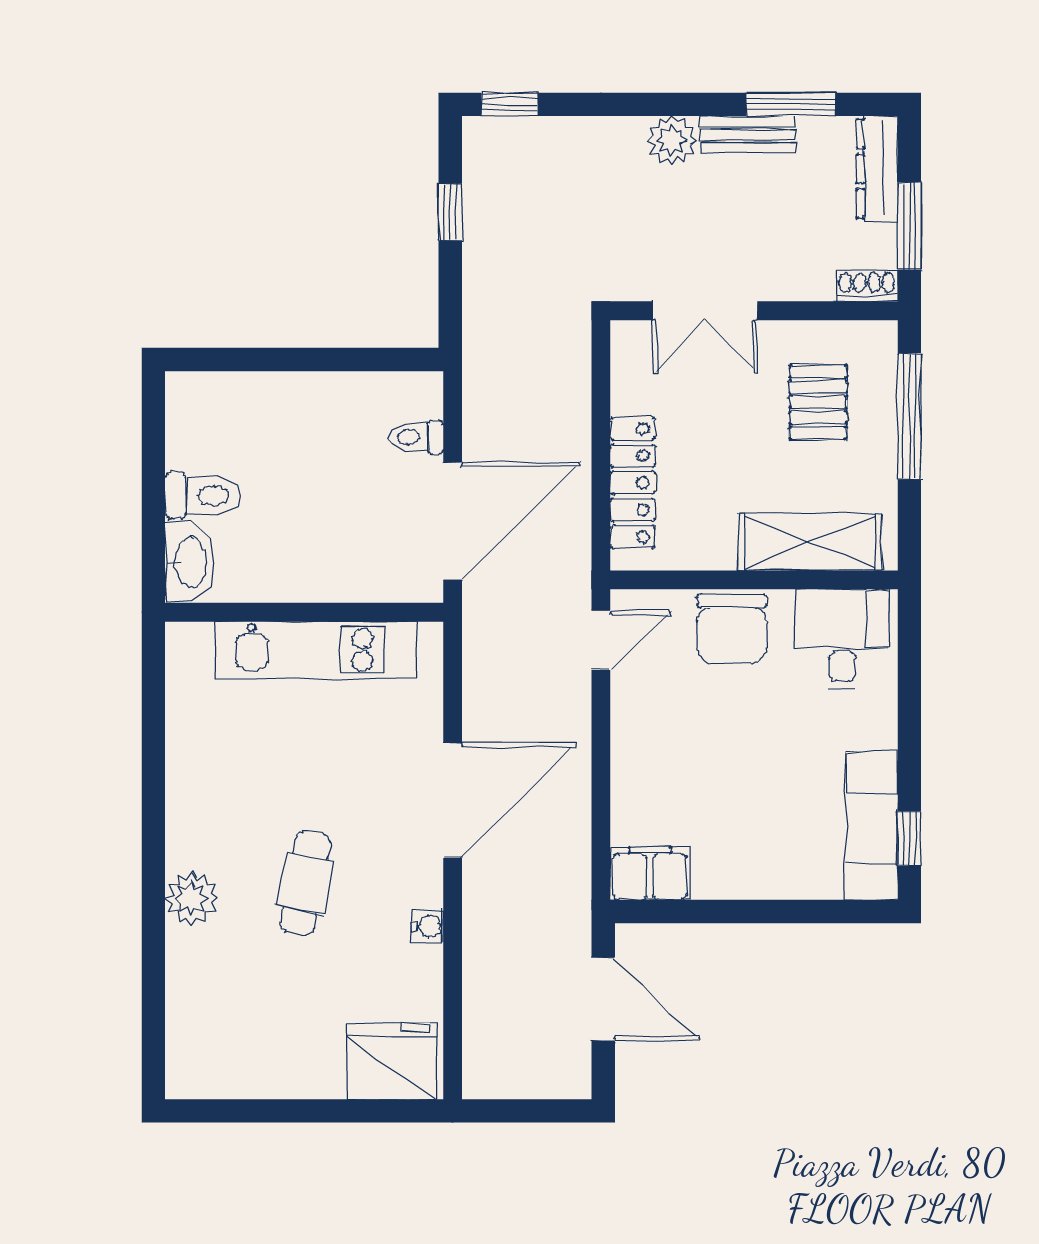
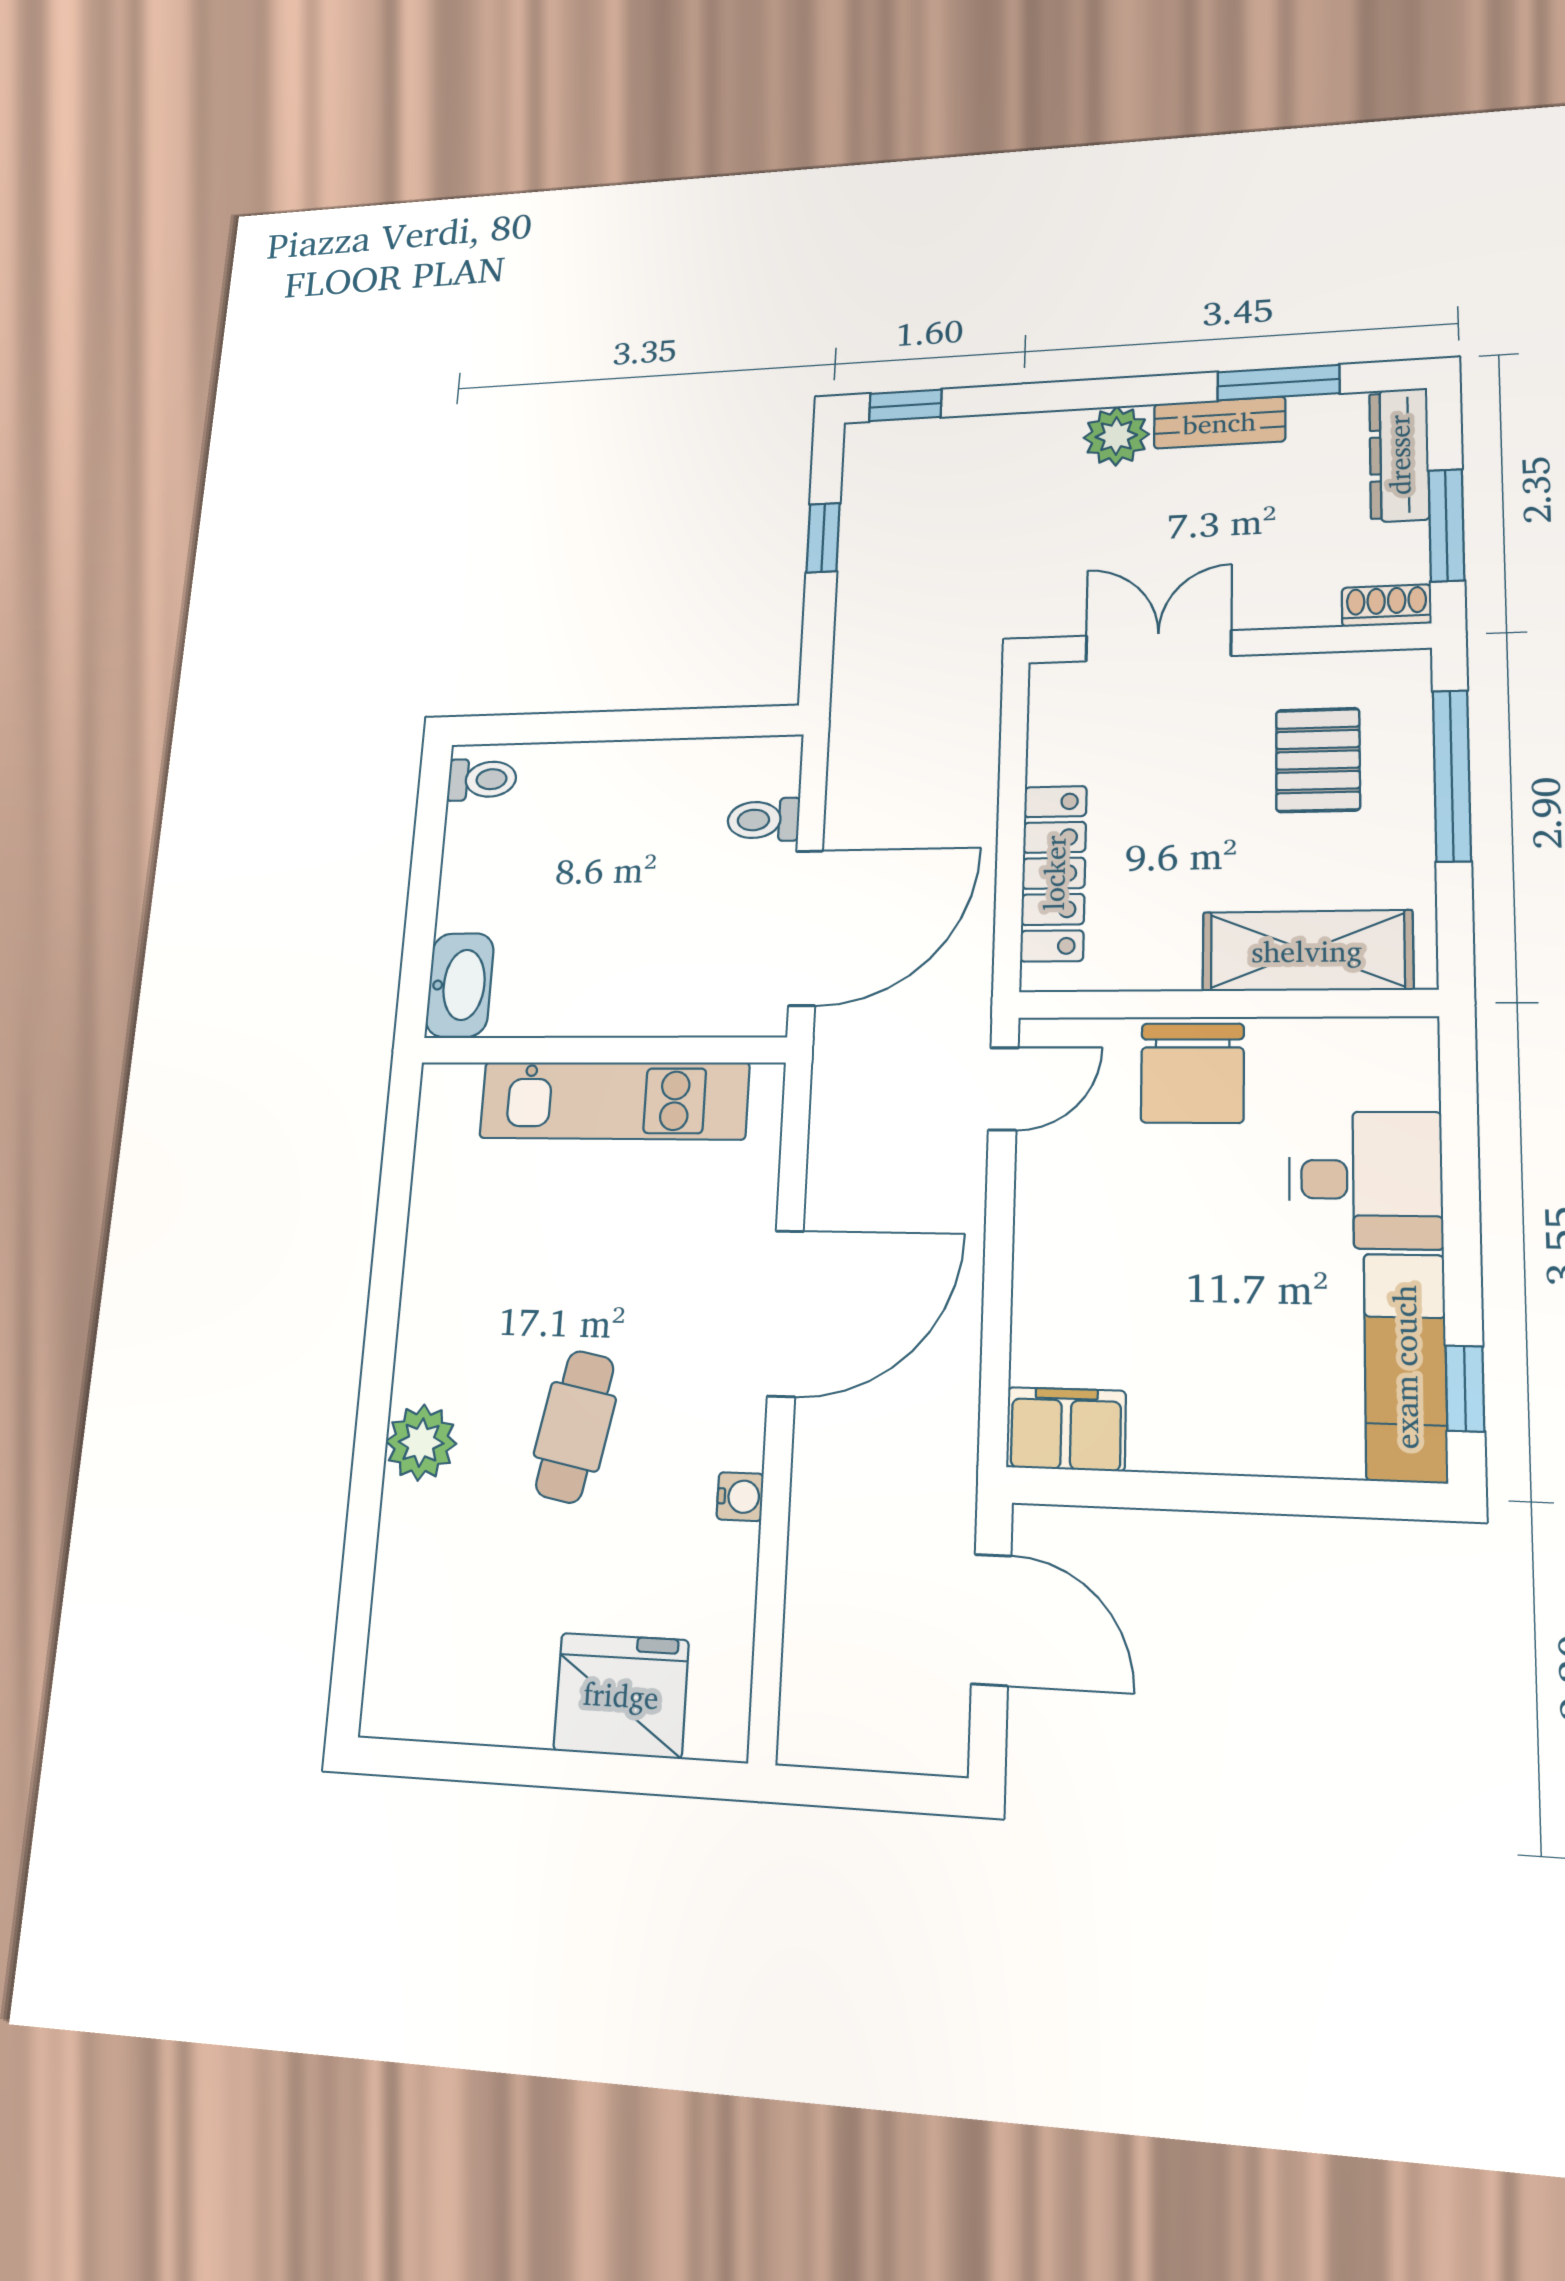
double door: (705, 311) -> (1158, 646), swing flipped
toilet: (203, 496) -> (482, 779), moved, width x0.73, depth x0.72
desk: (843, 639) -> (1365, 1180), moved, turned 90
fridge: (392, 1061) -> (621, 1695), moved

